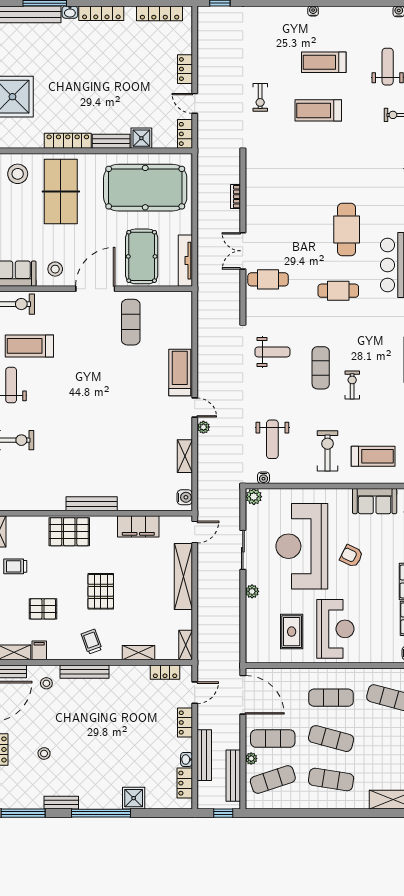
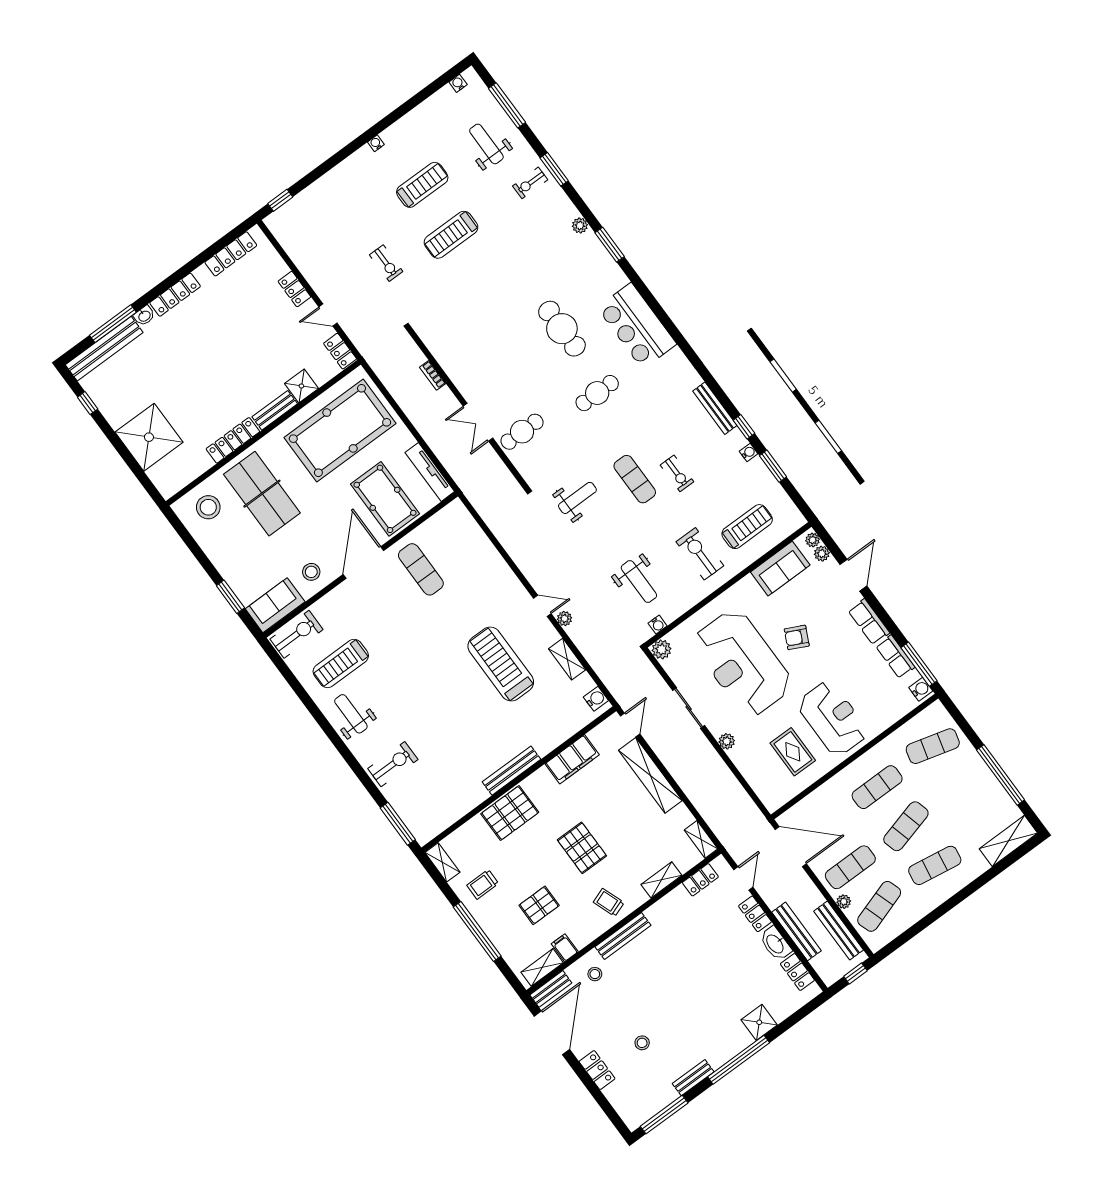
treadmill: (324, 62) -> (422, 185), turned 180
treadmill: (180, 373) -> (501, 664), moved, width x1.37, depth x1.38
exercise bike: (352, 385) -> (677, 473), turned 180
exercise mat: (331, 739) -> (906, 826), turned -30
washbasin: (187, 759) -> (775, 944), width x1.91, depth x1.45

